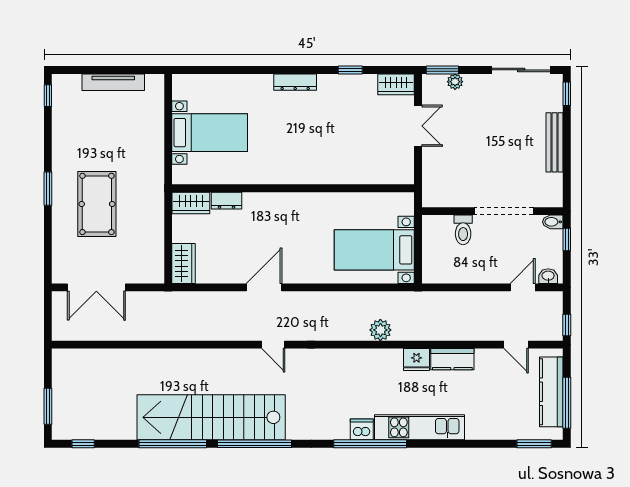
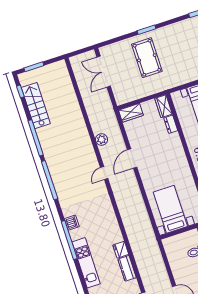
pool table: (97, 204) -> (147, 58), turned 90
door: (264, 287) -> (132, 158), swing flipped
plant: (380, 330) -> (101, 140), moved
stairs: (211, 417) -> (36, 106), moved, width x0.54, depth x0.66
dishwasher: (362, 429) -> (72, 223), moved

